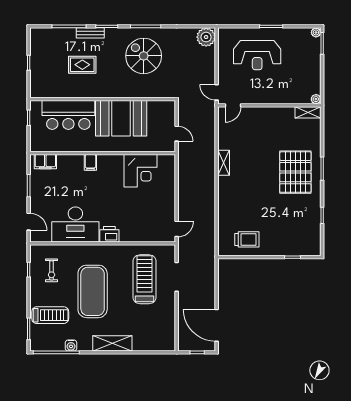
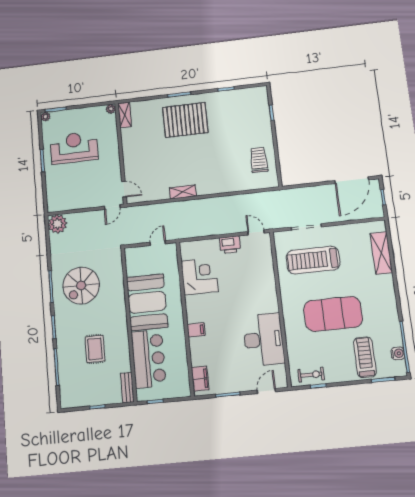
bench: (90, 33) -> (127, 388), moved
reception desk: (257, 55) -> (74, 148), moved, turned -90
printer: (109, 234) -> (230, 245), moved, turned -90
exercise bike: (52, 270) -> (311, 375), moved
shelving: (112, 343) -> (381, 253), moved
water cooler: (71, 345) -> (398, 353), moved

